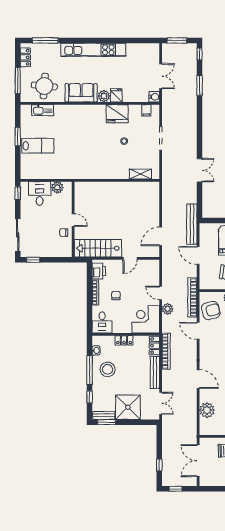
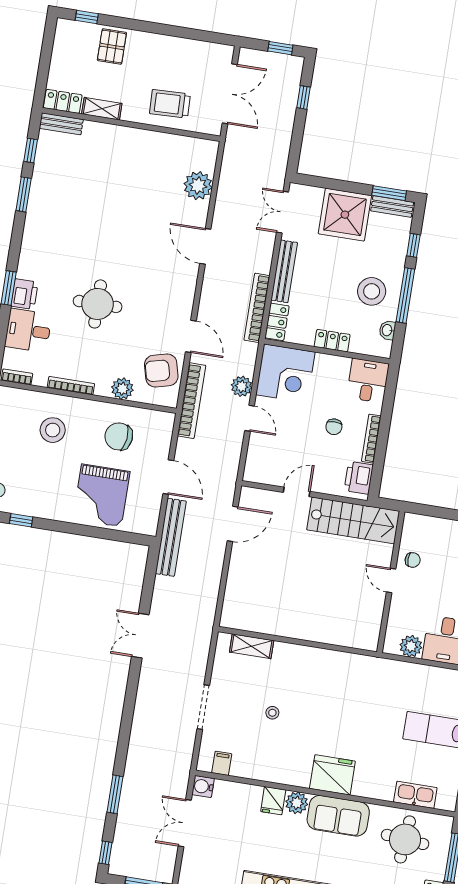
fridge: (117, 114) -> (332, 775), moved

